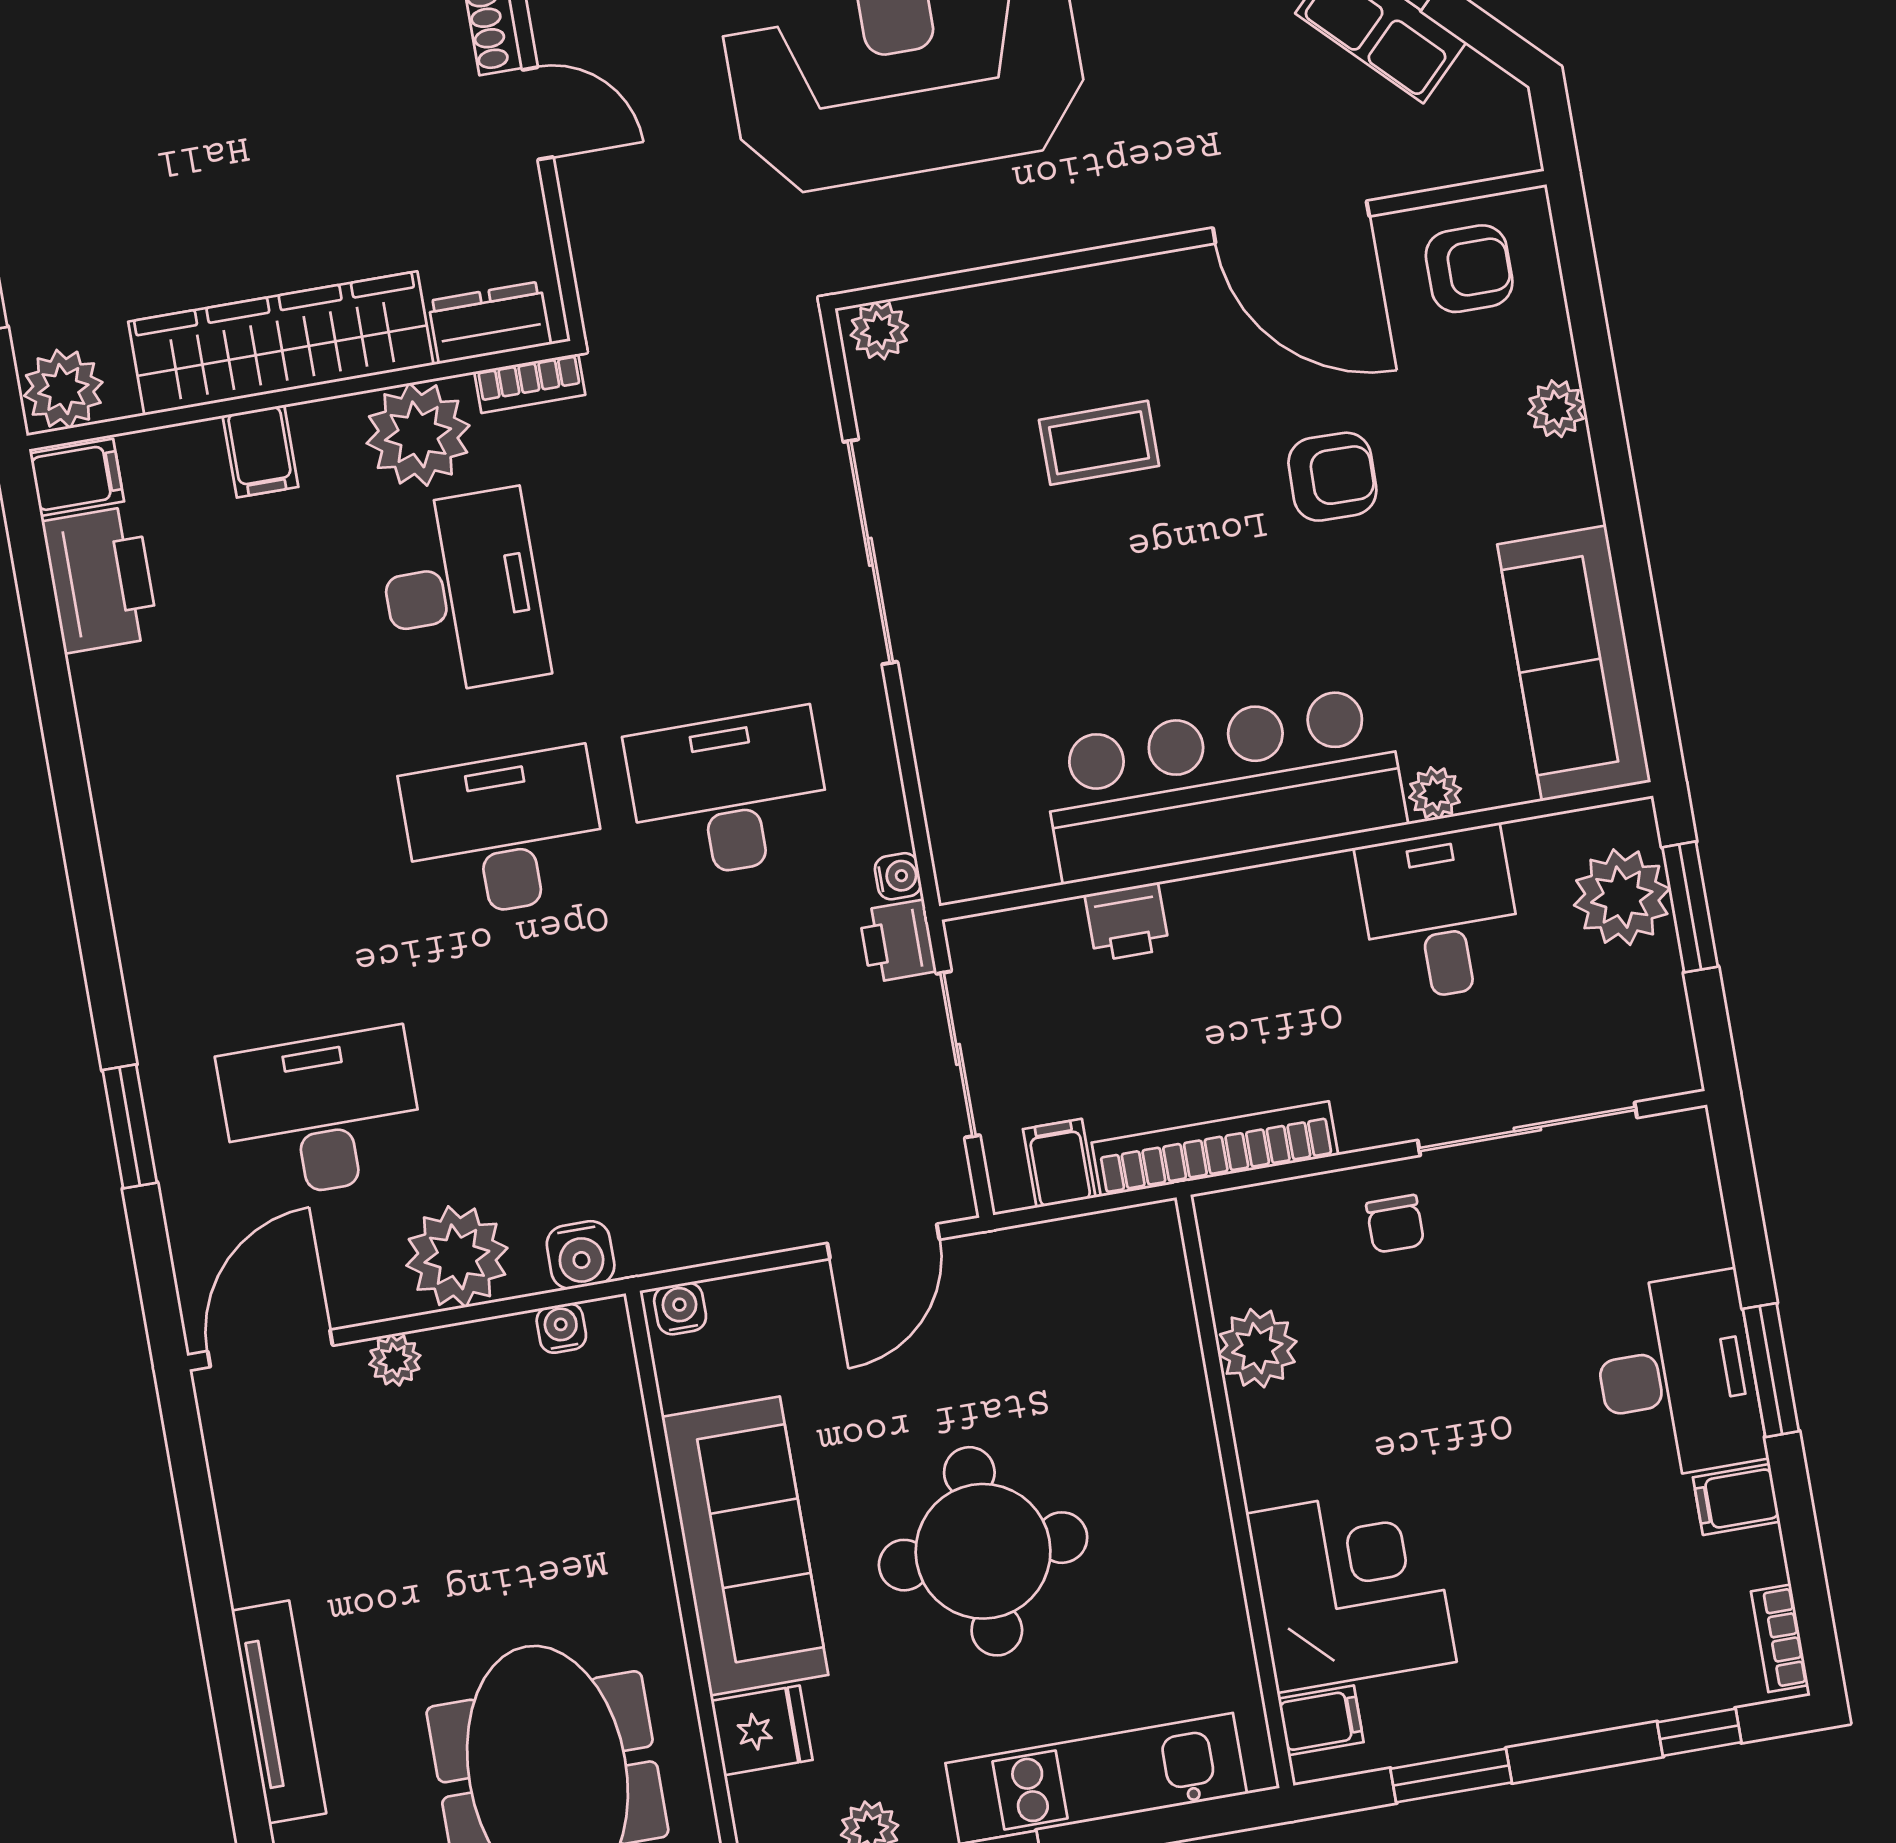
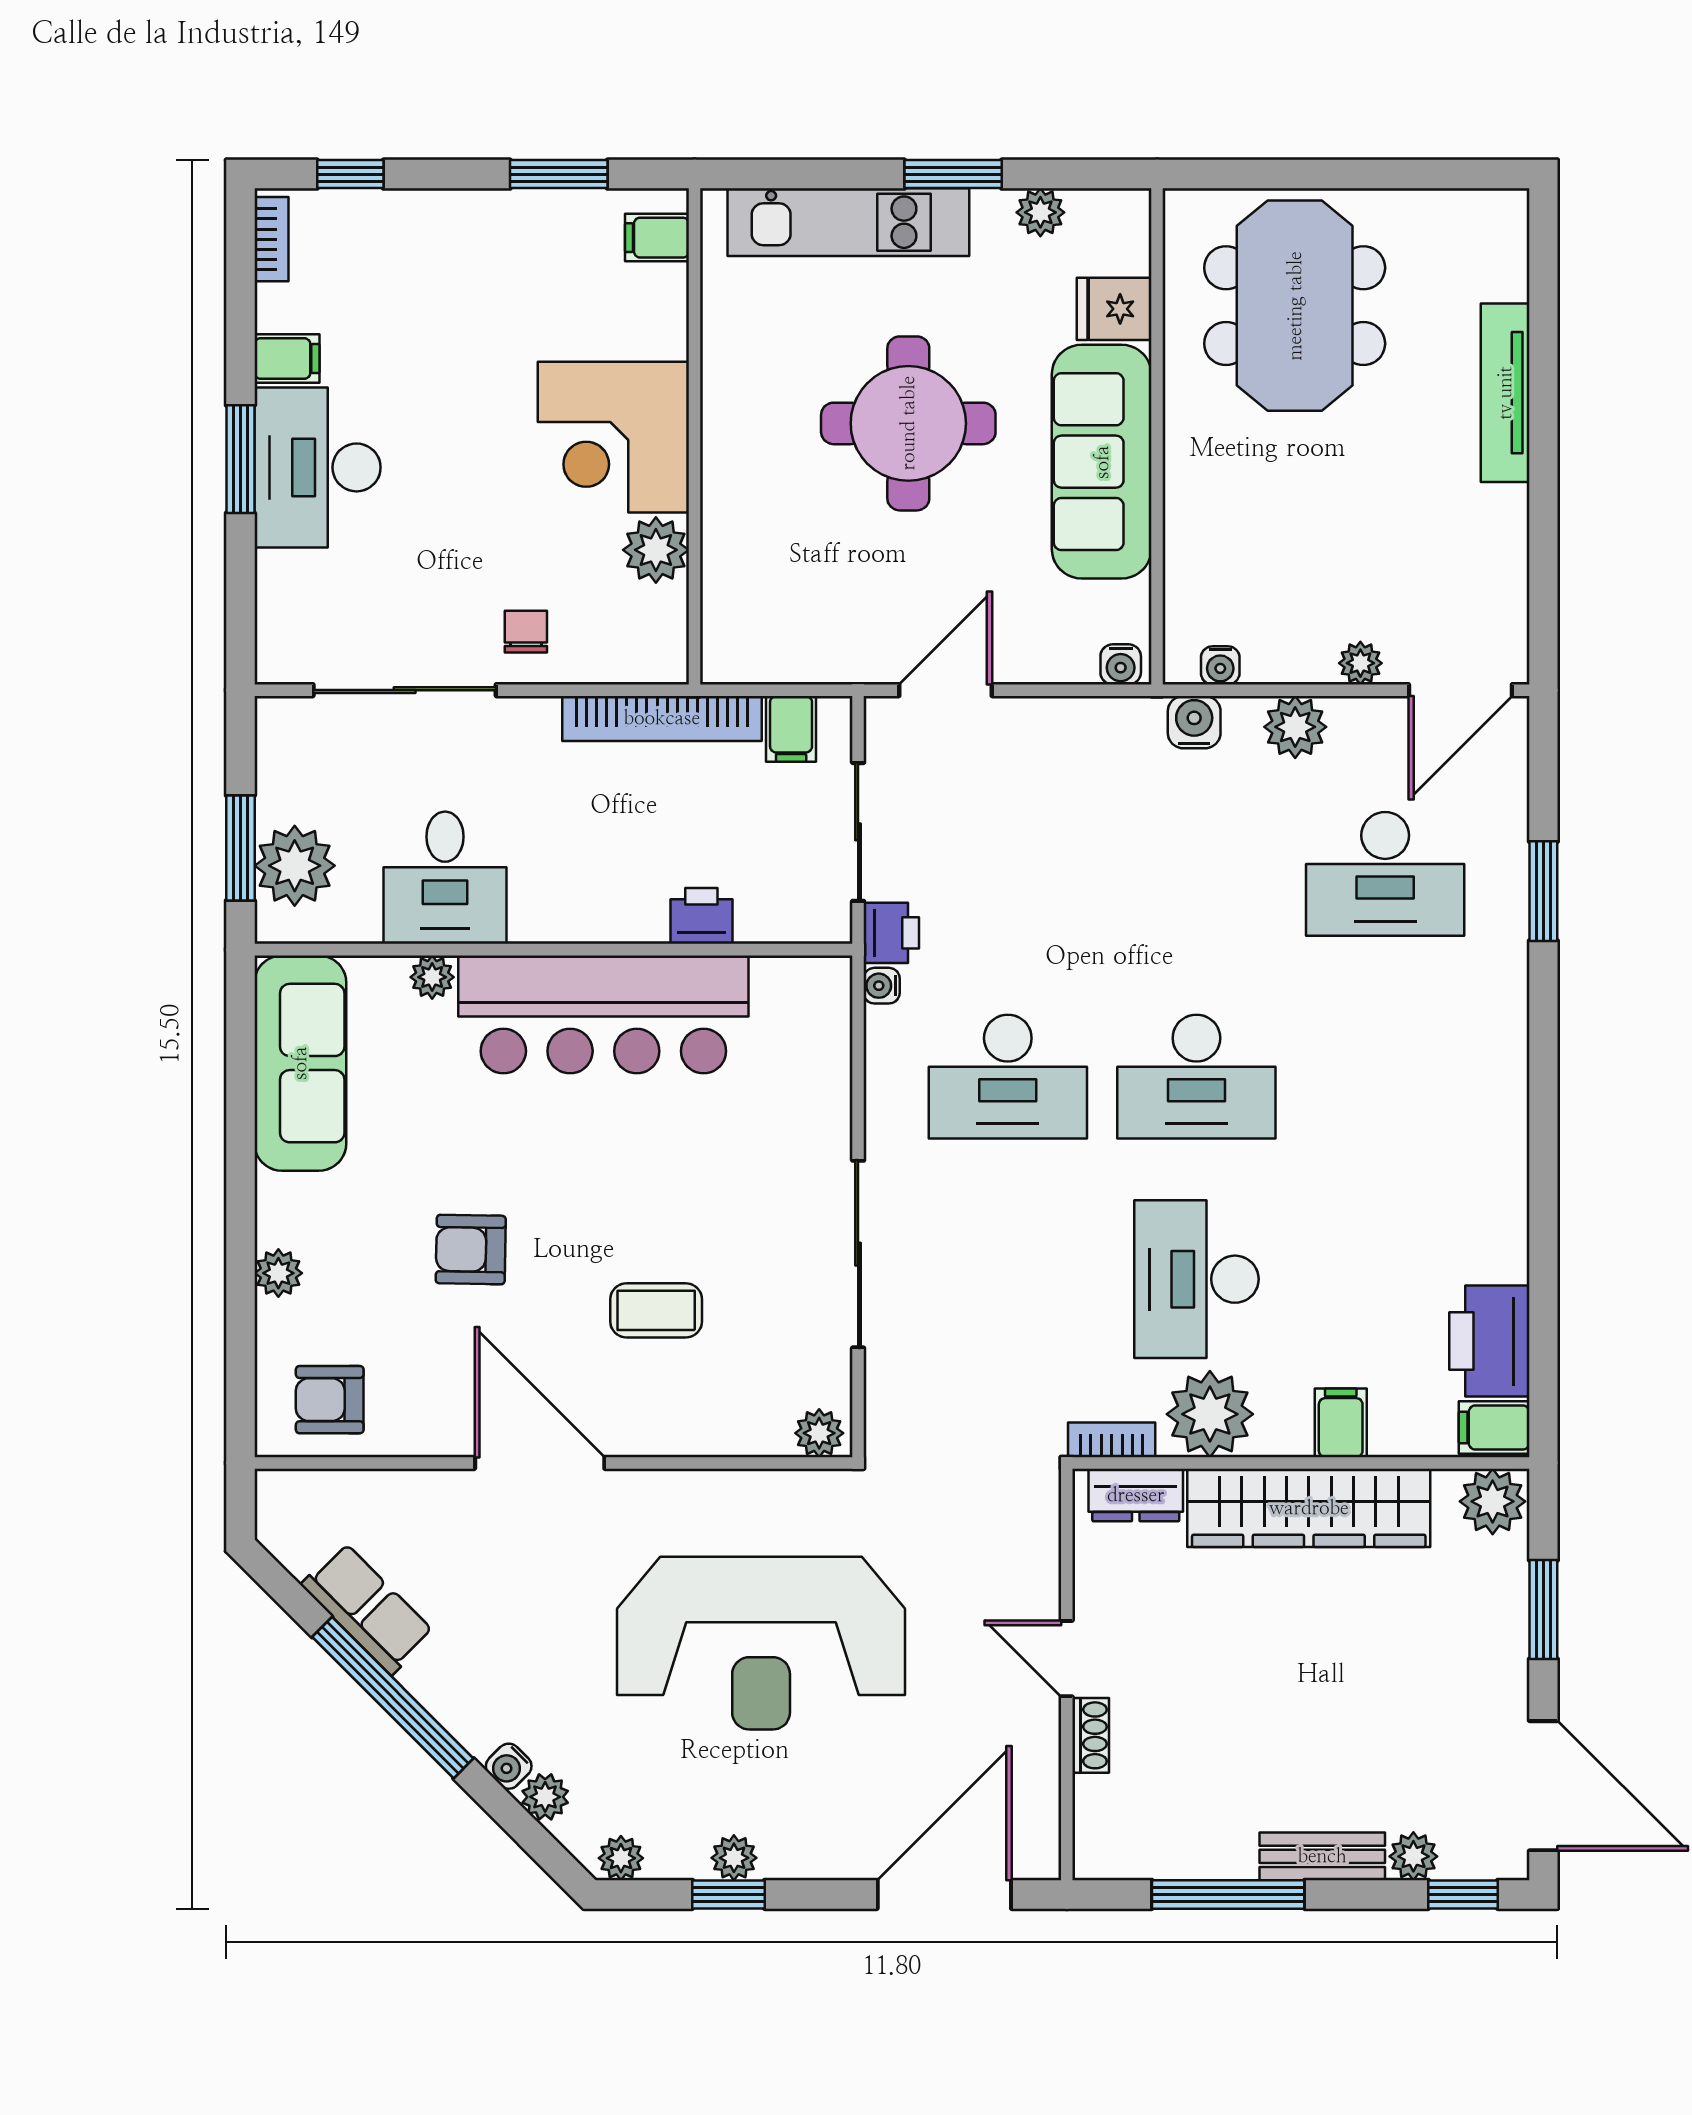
door: (1291, 222) -> (540, 1463), moved
plant: (457, 1257) -> (1295, 727), width x0.73, depth x0.73
corner desk: (1351, 1588) -> (613, 437), moved

